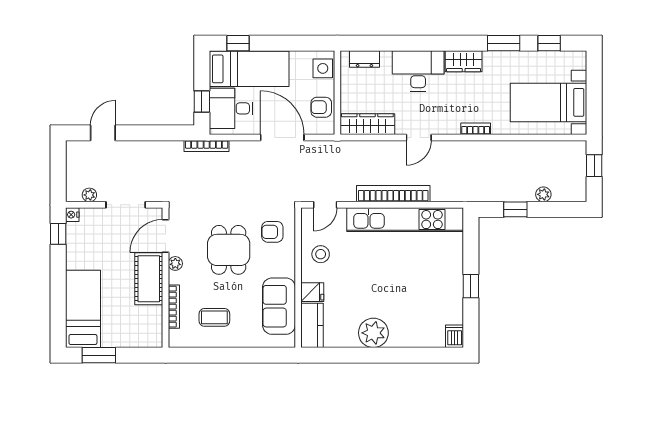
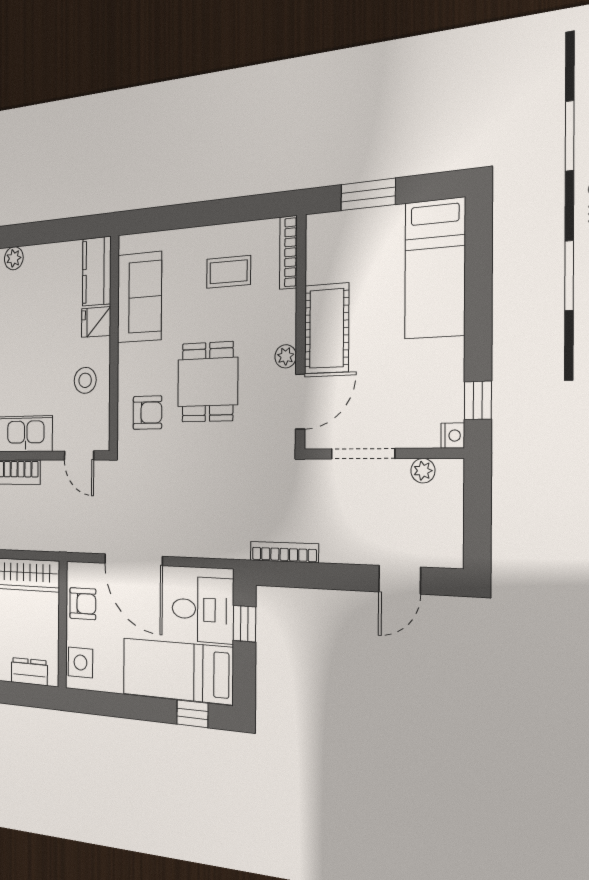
bookcase: (207, 146) -> (284, 552), moved
door: (325, 205) -> (79, 455), swing flipped
bookcase: (174, 307) -> (288, 252), moved
plant: (373, 333) -> (14, 258), width x0.53, depth x0.53
window: (99, 355) -> (368, 194), moved

